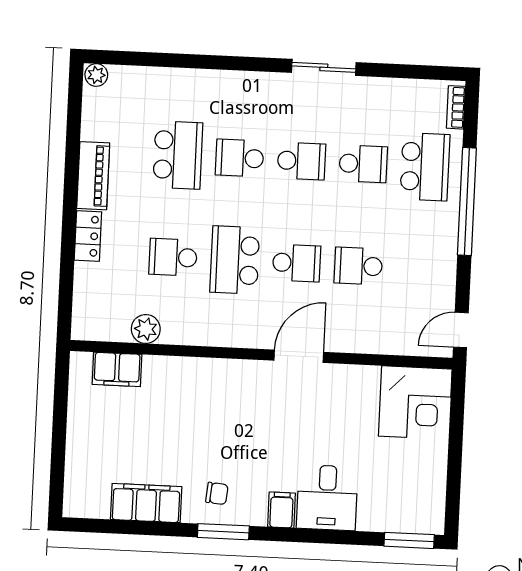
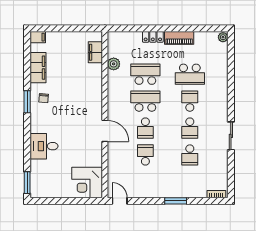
school desk: (425, 167) -> (190, 182), removed
window: (467, 202) -> (176, 201), width x0.47
school desk: (173, 257) -> (145, 74), width x1.85
filing cabinet: (282, 510) -> (38, 37), moved

